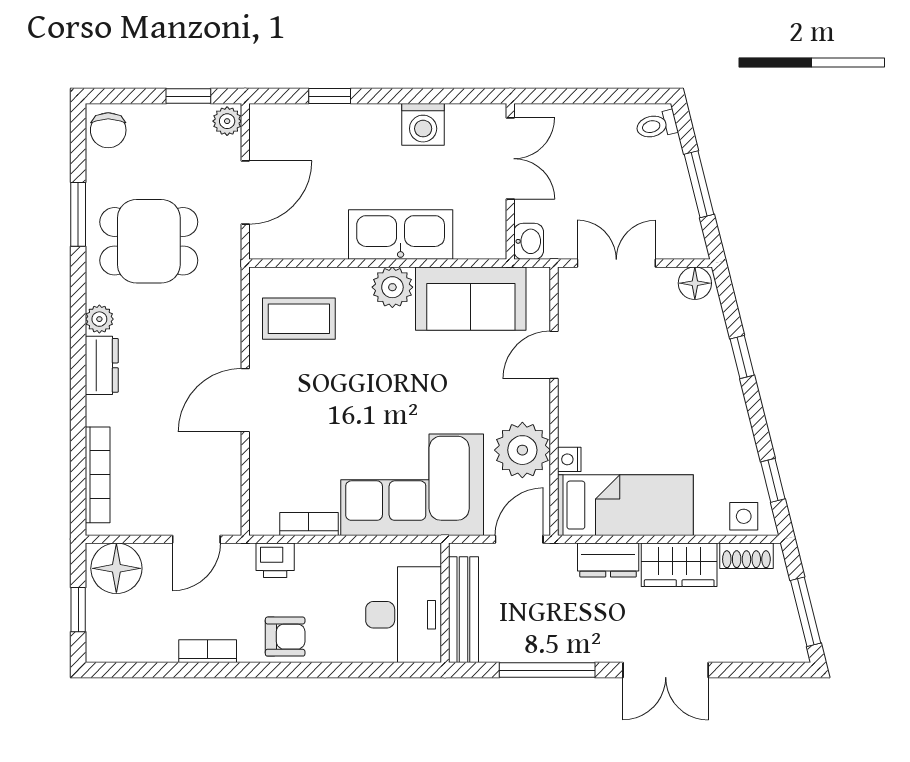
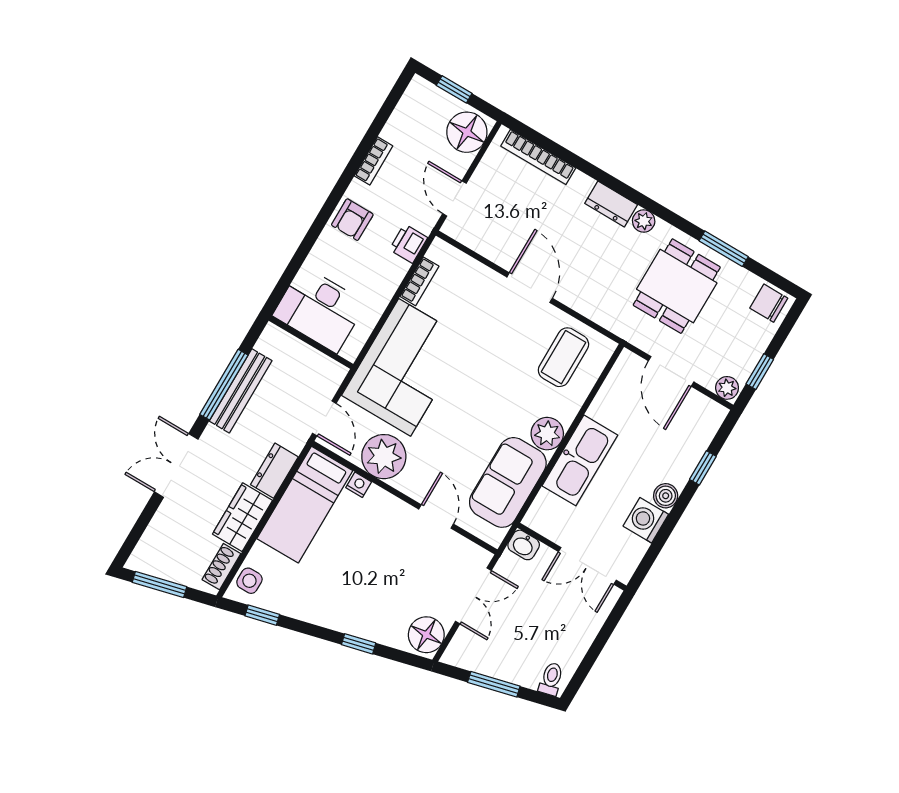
boiler: (384, 119) -> (666, 496), added
floor lamp: (695, 283) -> (426, 635), width x1.38, depth x1.38
bench: (463, 610) -> (241, 391), moved, turned 90

